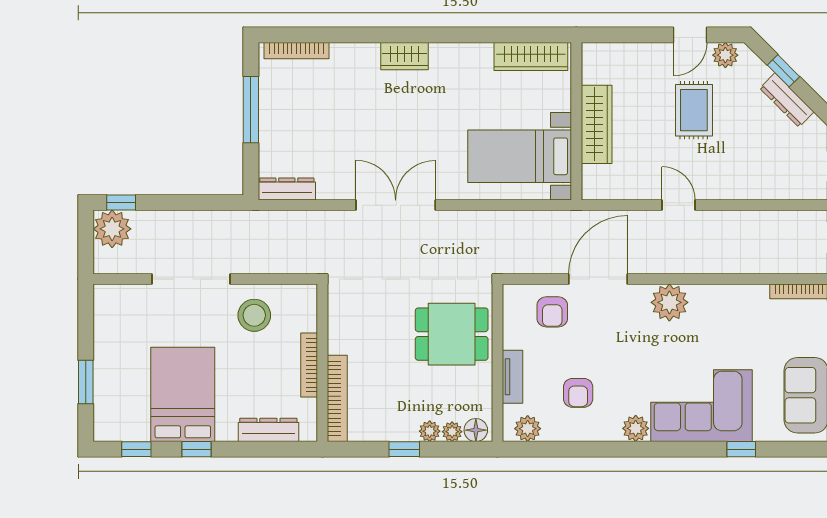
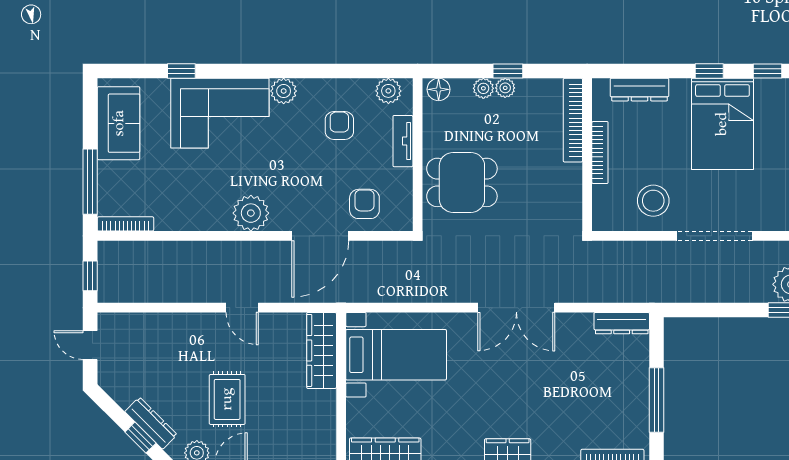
dresser: (787, 100) -> (151, 423), moved
wardrobe: (597, 124) -> (322, 350), moved
plant: (452, 432) -> (505, 88), moved

